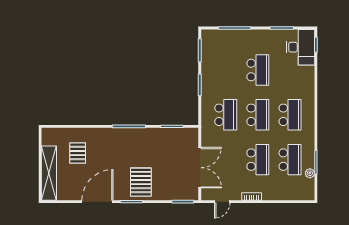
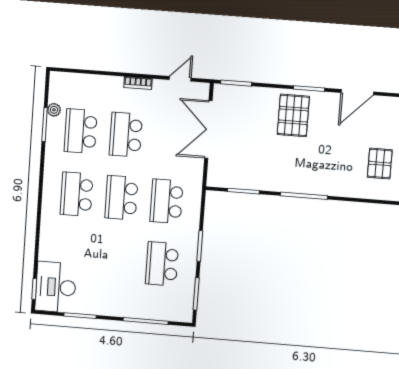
school desk: (258, 70) -> (162, 264), moved
door: (97, 202) -> (357, 92), width x0.73

